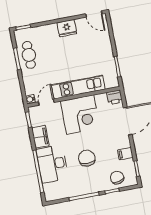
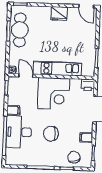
cafe table: (29, 55) -> (20, 30), width x1.37, depth x1.35
door: (46, 102) -> (26, 76), hinge flipped
filing cabinet: (40, 137) -> (13, 110), width x0.50
chair: (87, 158) -> (51, 134), turned -90

